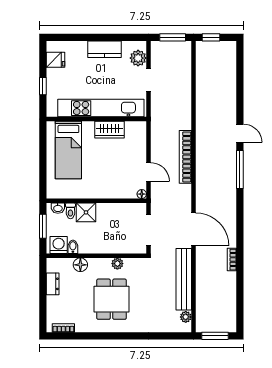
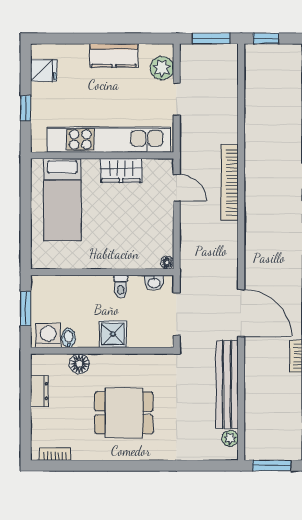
bookcase: (185, 157) -> (229, 183), moved
door: (148, 172) -> (177, 188), moved
washbasin: (58, 208) -> (154, 283), moved
toilet: (70, 211) -> (121, 287), moved
shower: (86, 212) -> (113, 334), moved
plant: (117, 264) -> (132, 362), removed
dining table: (112, 299) -> (124, 413), turned 90

